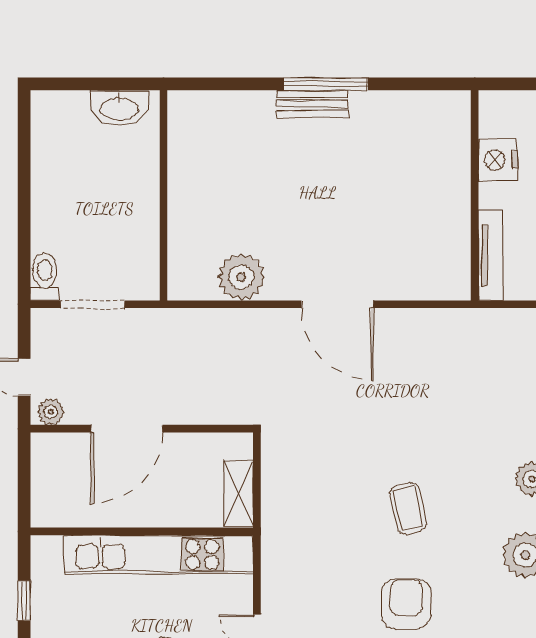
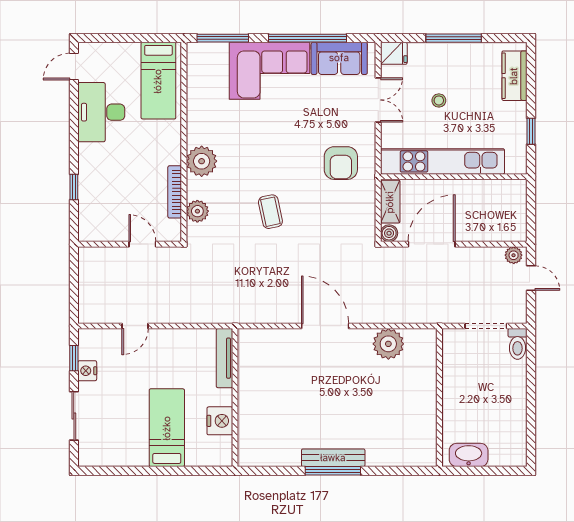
bench: (312, 104) -> (333, 458), width x1.36
door: (127, 429) -> (432, 244), moved
boiler: (240, 445) -> (389, 233), added
coffee table: (408, 508) -> (270, 212), moved
armchair: (406, 604) -> (341, 163), moved

